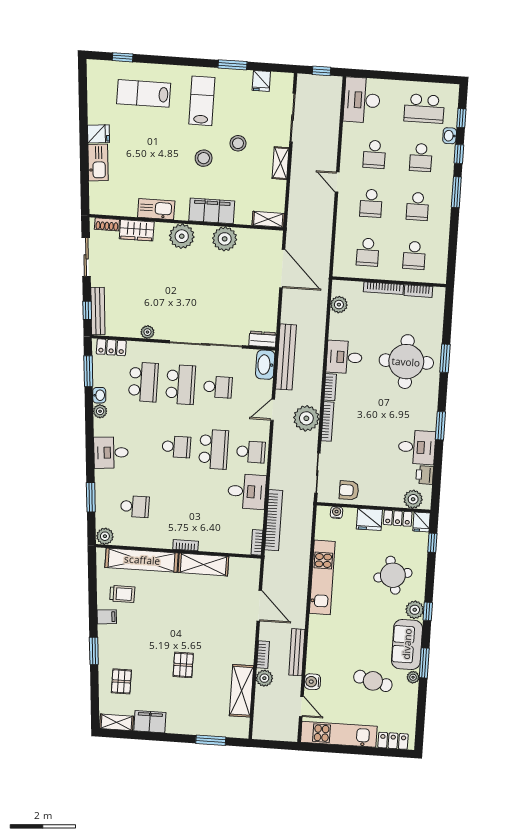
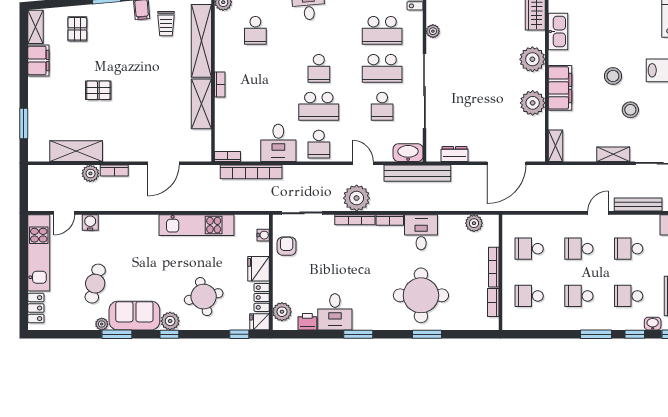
dresser: (263, 339) -> (455, 154), moved, turned -90
bench: (297, 652) -> (638, 205), moved
pallet: (121, 681) -> (77, 29), turned 90

